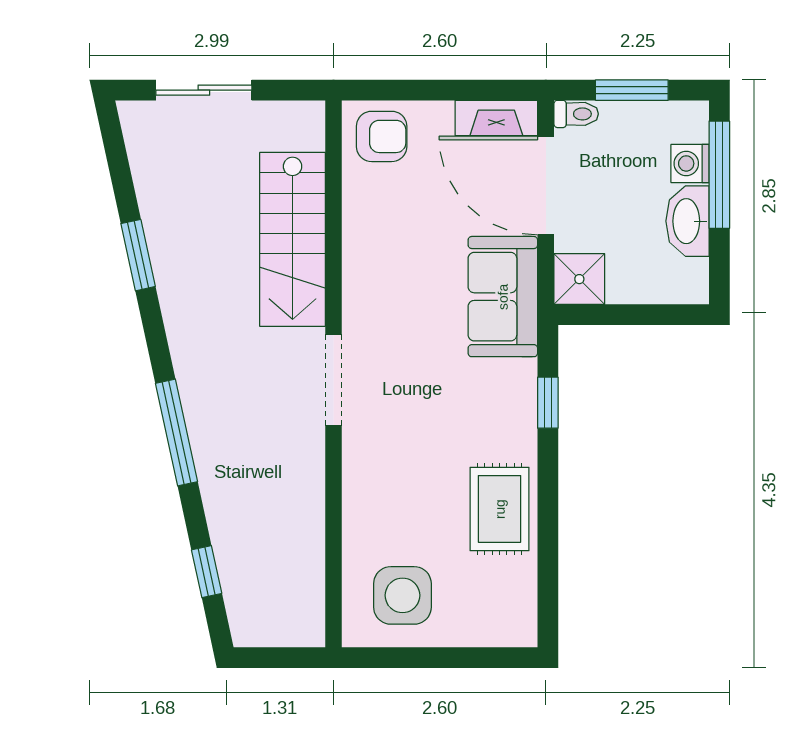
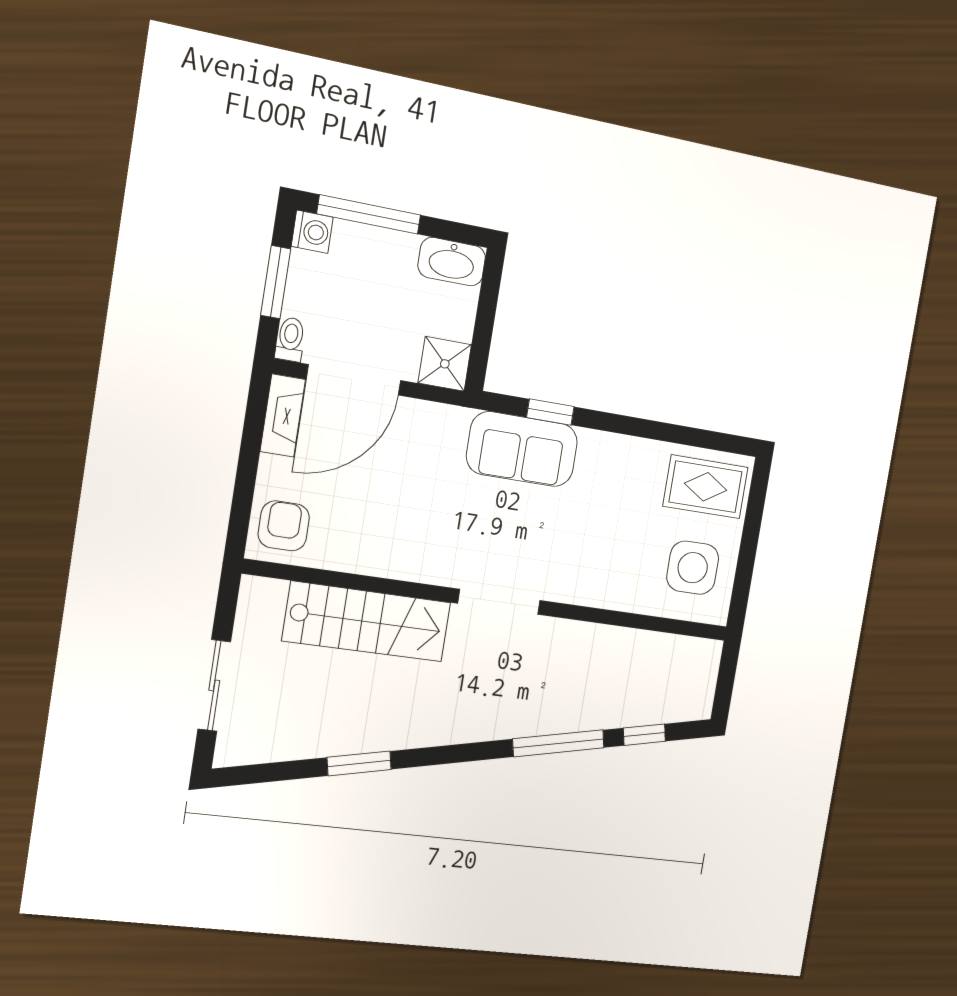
washing machine: (690, 163) -> (312, 232), moved, turned -90
washbasin: (688, 221) -> (452, 262), moved
sofa: (503, 297) -> (522, 449), moved
window: (176, 432) -> (559, 743), moved
rug: (500, 509) -> (706, 487), moved

